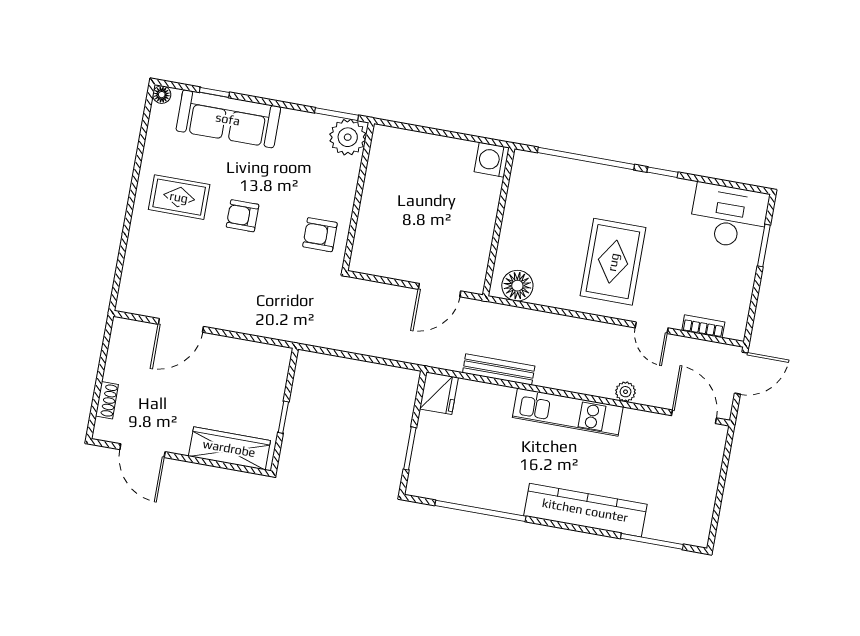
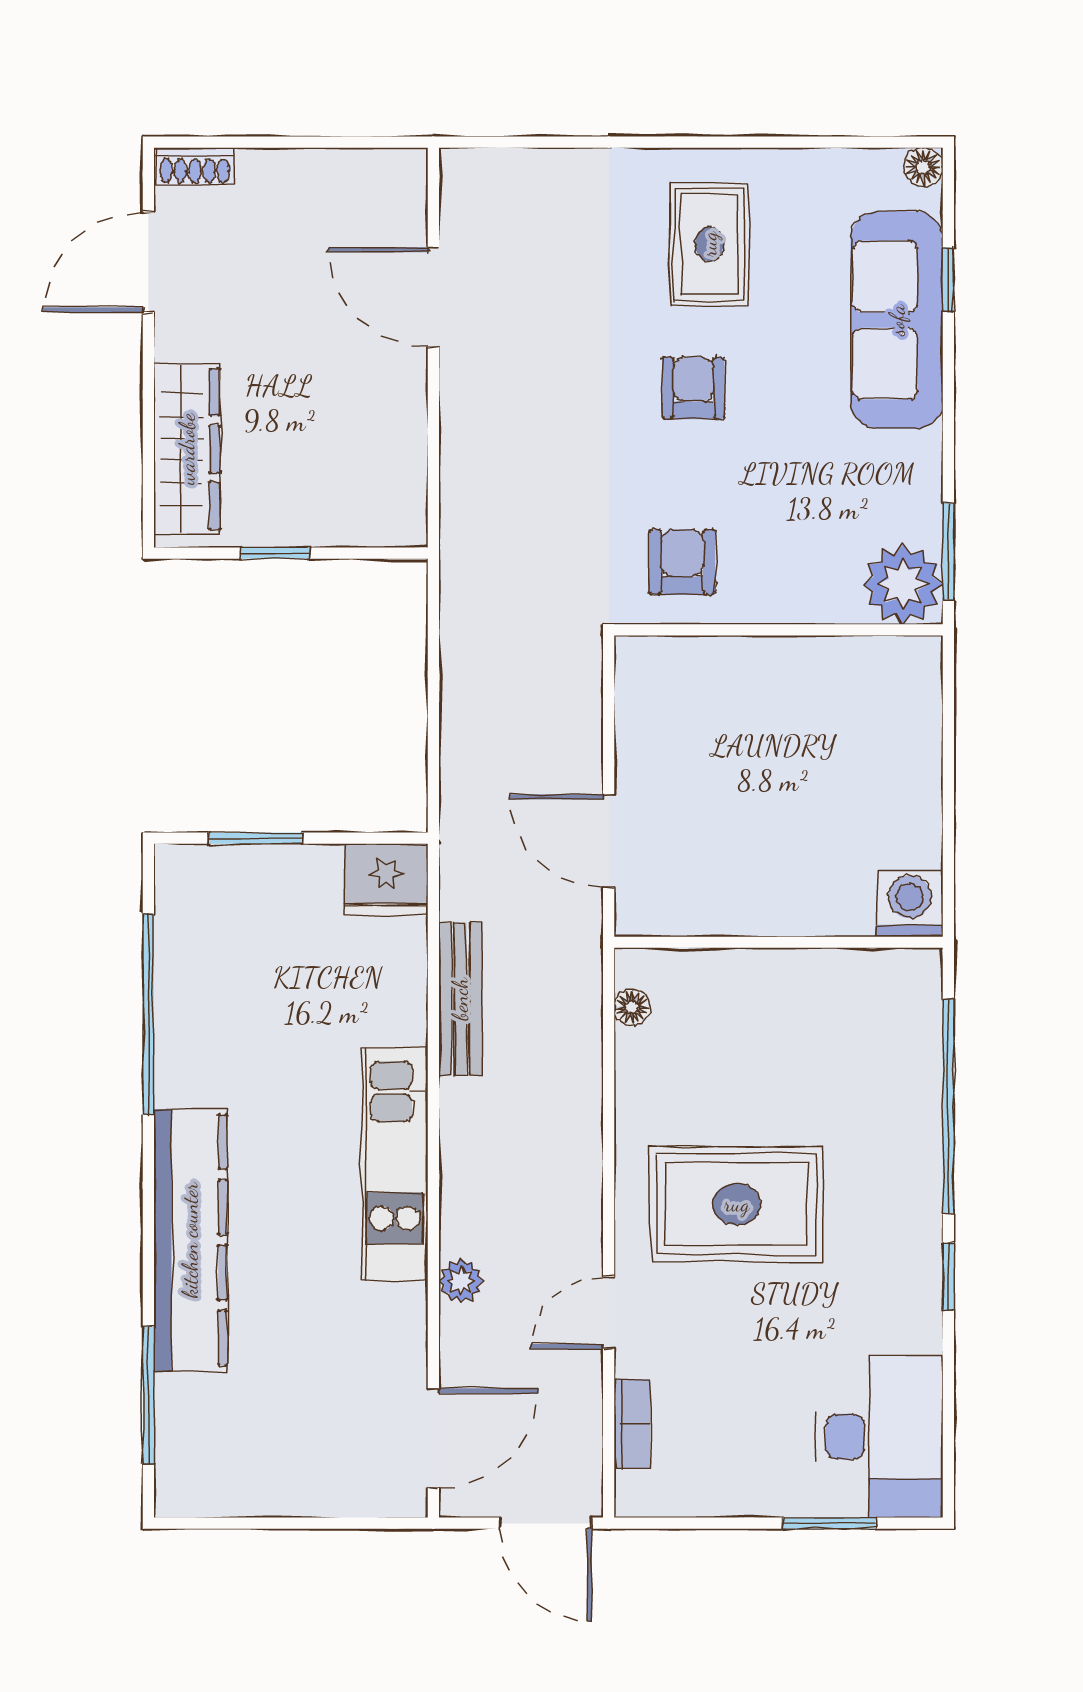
floor lamp: (517, 286) -> (632, 1007), width x0.53, depth x0.53
shoe rack: (107, 400) -> (195, 166), moved

